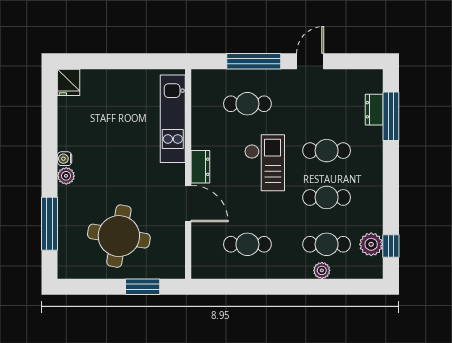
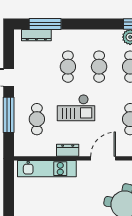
dresser: (374, 110) -> (36, 35), width x1.44
checkout: (265, 163) -> (76, 108), turned 180
dresser: (200, 167) -> (68, 150), moved

